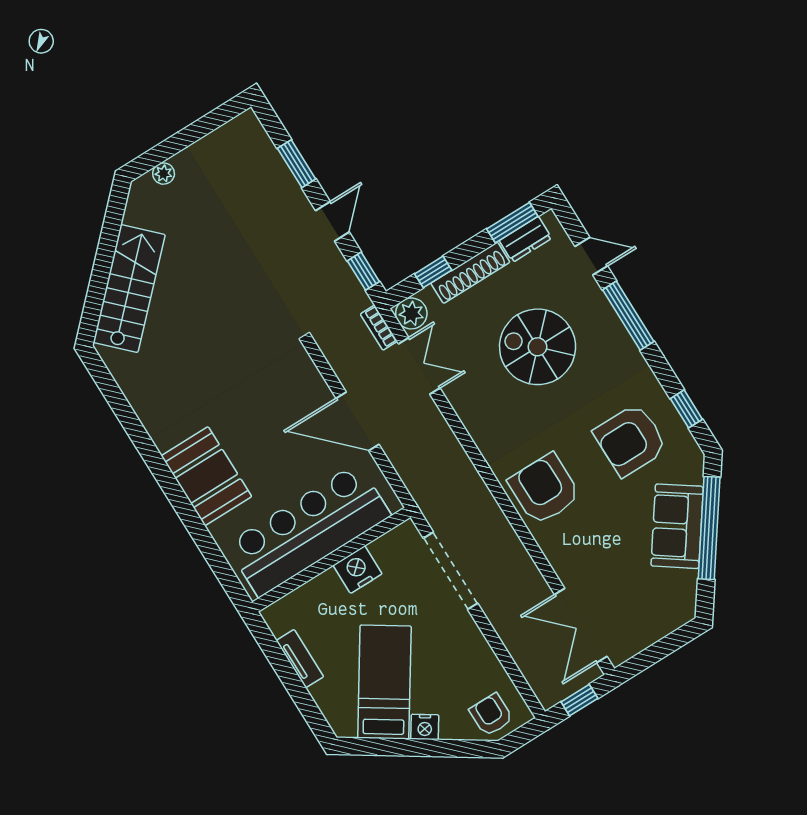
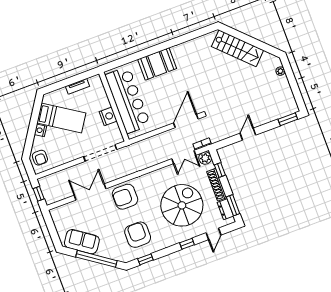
window: (297, 164) -> (288, 119), moved
door: (332, 221) -> (248, 134), swing flipped
window: (363, 271) -> (226, 142), removed
window: (628, 316) -> (187, 244), width x0.46
spiral stairs: (538, 347) -> (182, 205), width x1.37, depth x1.37
door: (358, 421) -> (186, 121), moved
armchair: (544, 489) -> (125, 197), turned 180
sofa: (677, 526) -> (82, 242), moved
double door: (581, 625) -> (90, 192), moved
armchair: (491, 715) -> (40, 158), turned 91

